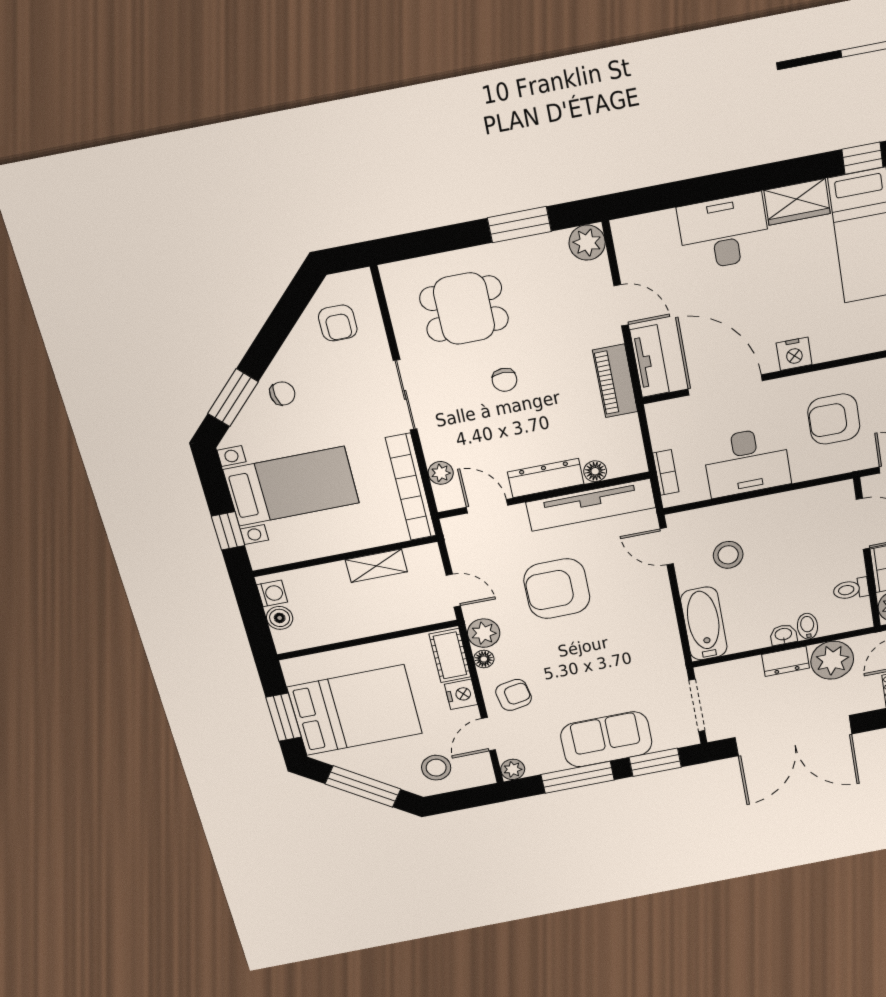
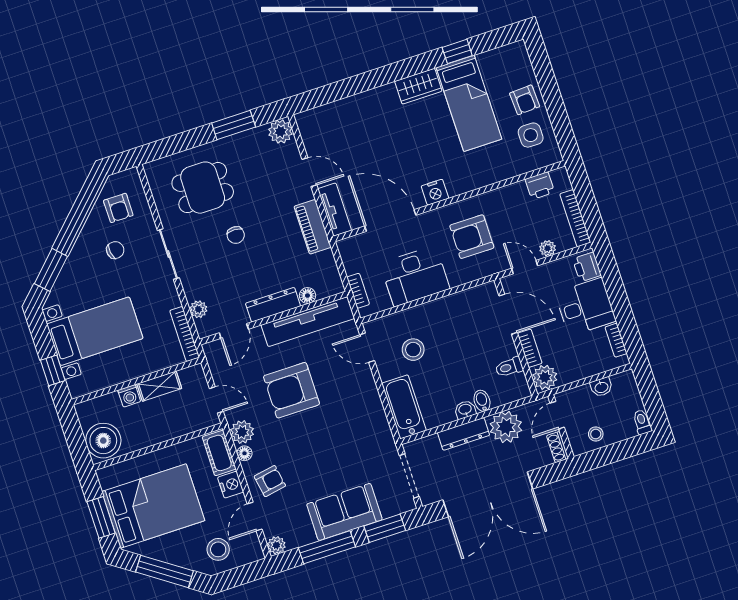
desk: (724, 232) -> (372, 113), removed
chair: (282, 393) -> (115, 250), moved
bookcase: (411, 487) -> (185, 334), width x0.68, depth x0.76
door: (487, 506) -> (234, 331), swing flipped
washing machine: (272, 593) -> (129, 396), moved, turned 90
boiler: (280, 618) -> (103, 441), width x1.86, depth x1.86
dresser: (786, 661) -> (463, 434), width x1.44

